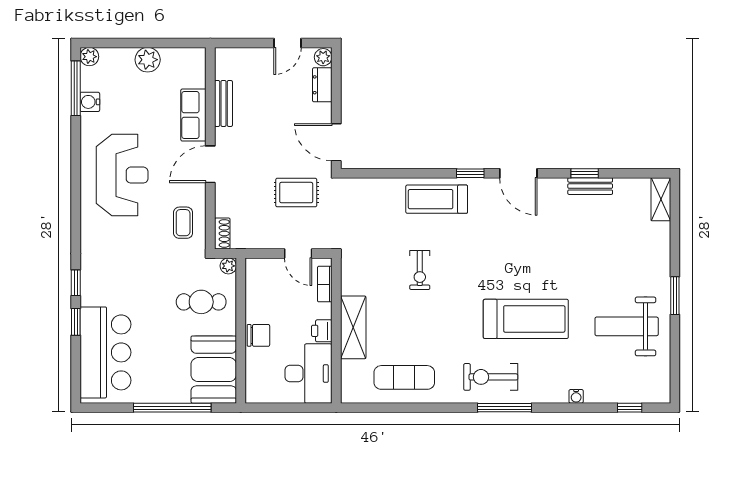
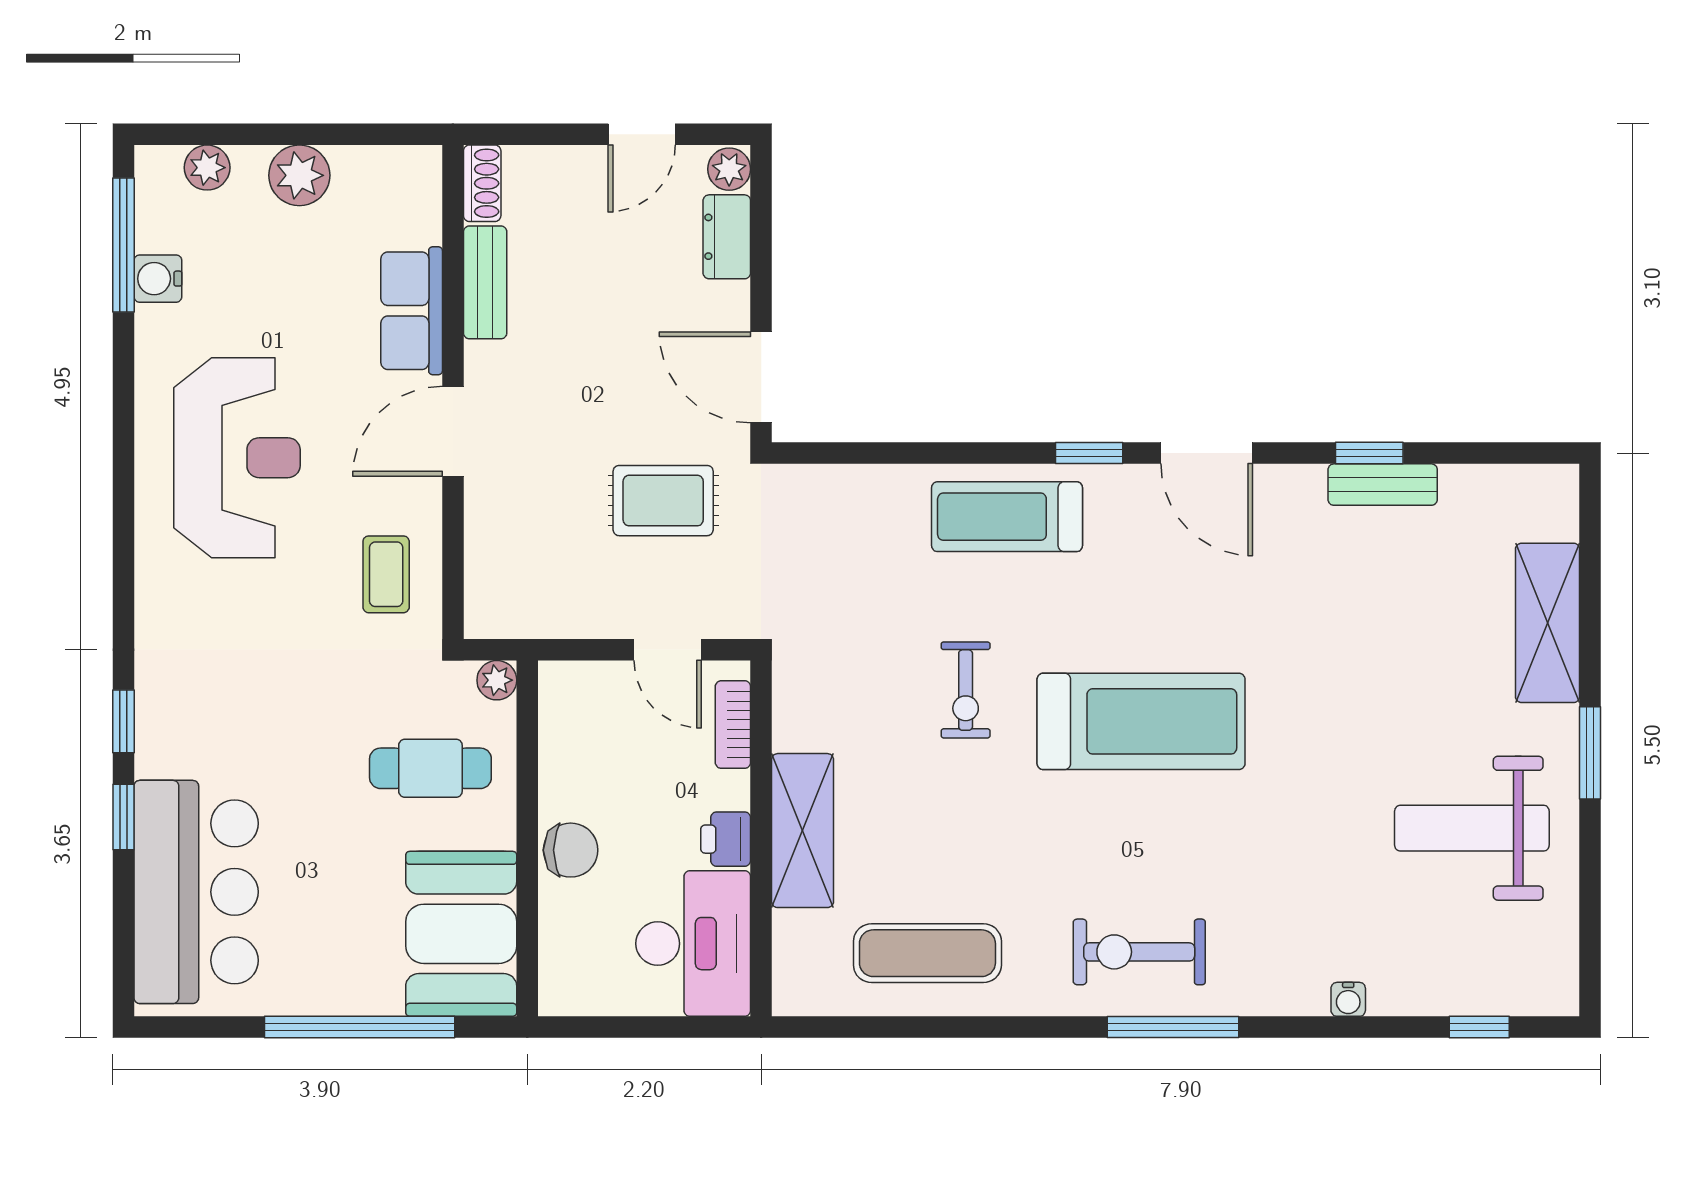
plant: (89, 57) -> (207, 168), moved
shelving: (661, 199) -> (1548, 623), moved, width x1.50, depth x1.33
shoe rack: (222, 233) -> (482, 183), moved
treadmill: (526, 319) -> (1141, 721), moved

